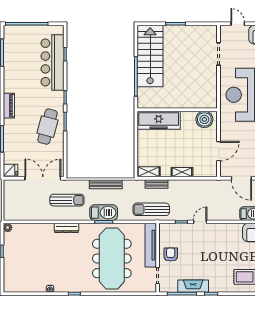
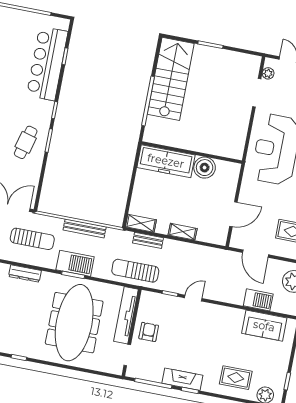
plant: (224, 37) -> (268, 73), added
boiler: (204, 119) -> (205, 168), moved
cafe table: (48, 127) -> (26, 142), width x0.73, depth x0.74
fireplace: (193, 286) -> (182, 379), moved

